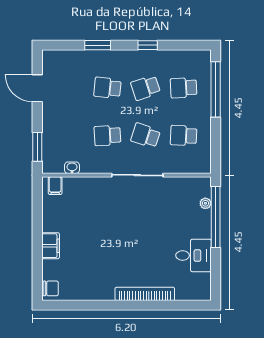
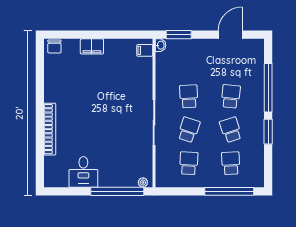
window: (98, 45) -> (268, 88), width x2.11
window: (148, 45) -> (268, 132), width x1.50
washbasin: (72, 168) -> (160, 45), moved
plant: (205, 203) -> (143, 182), moved

